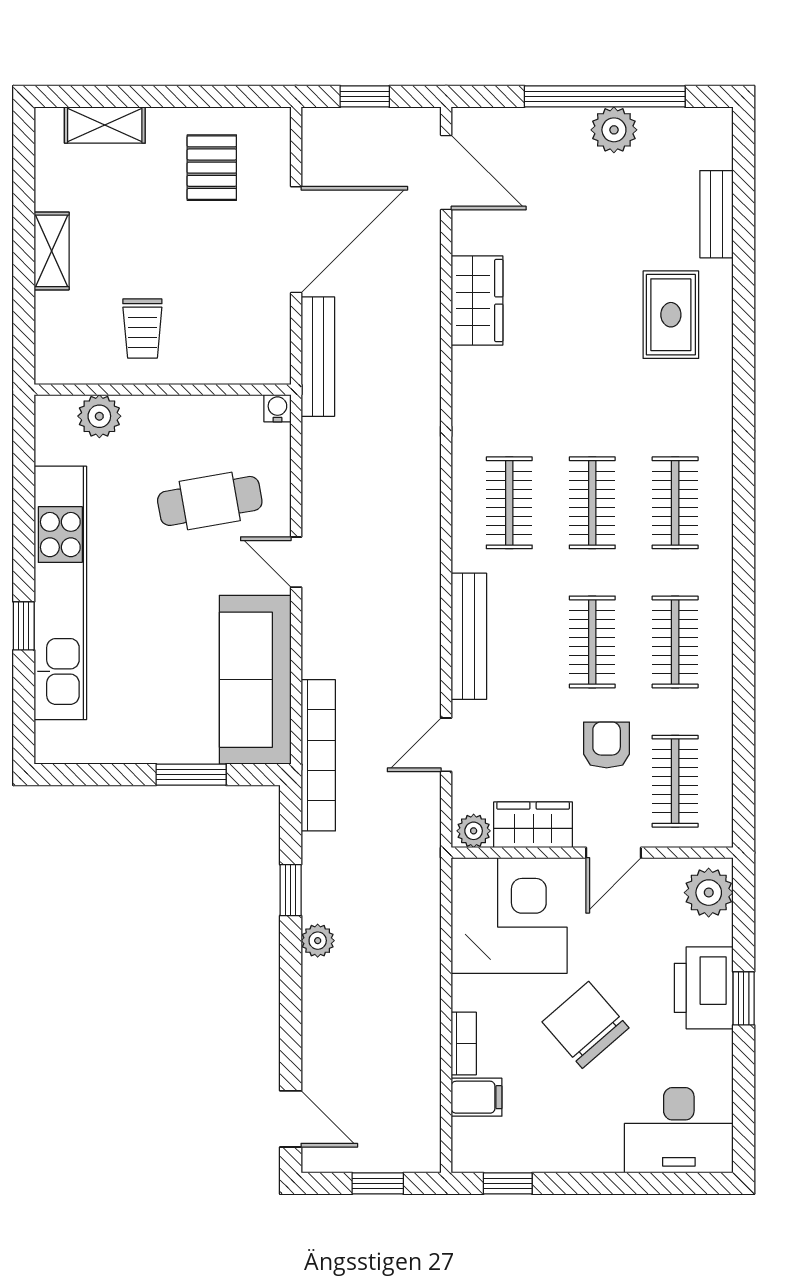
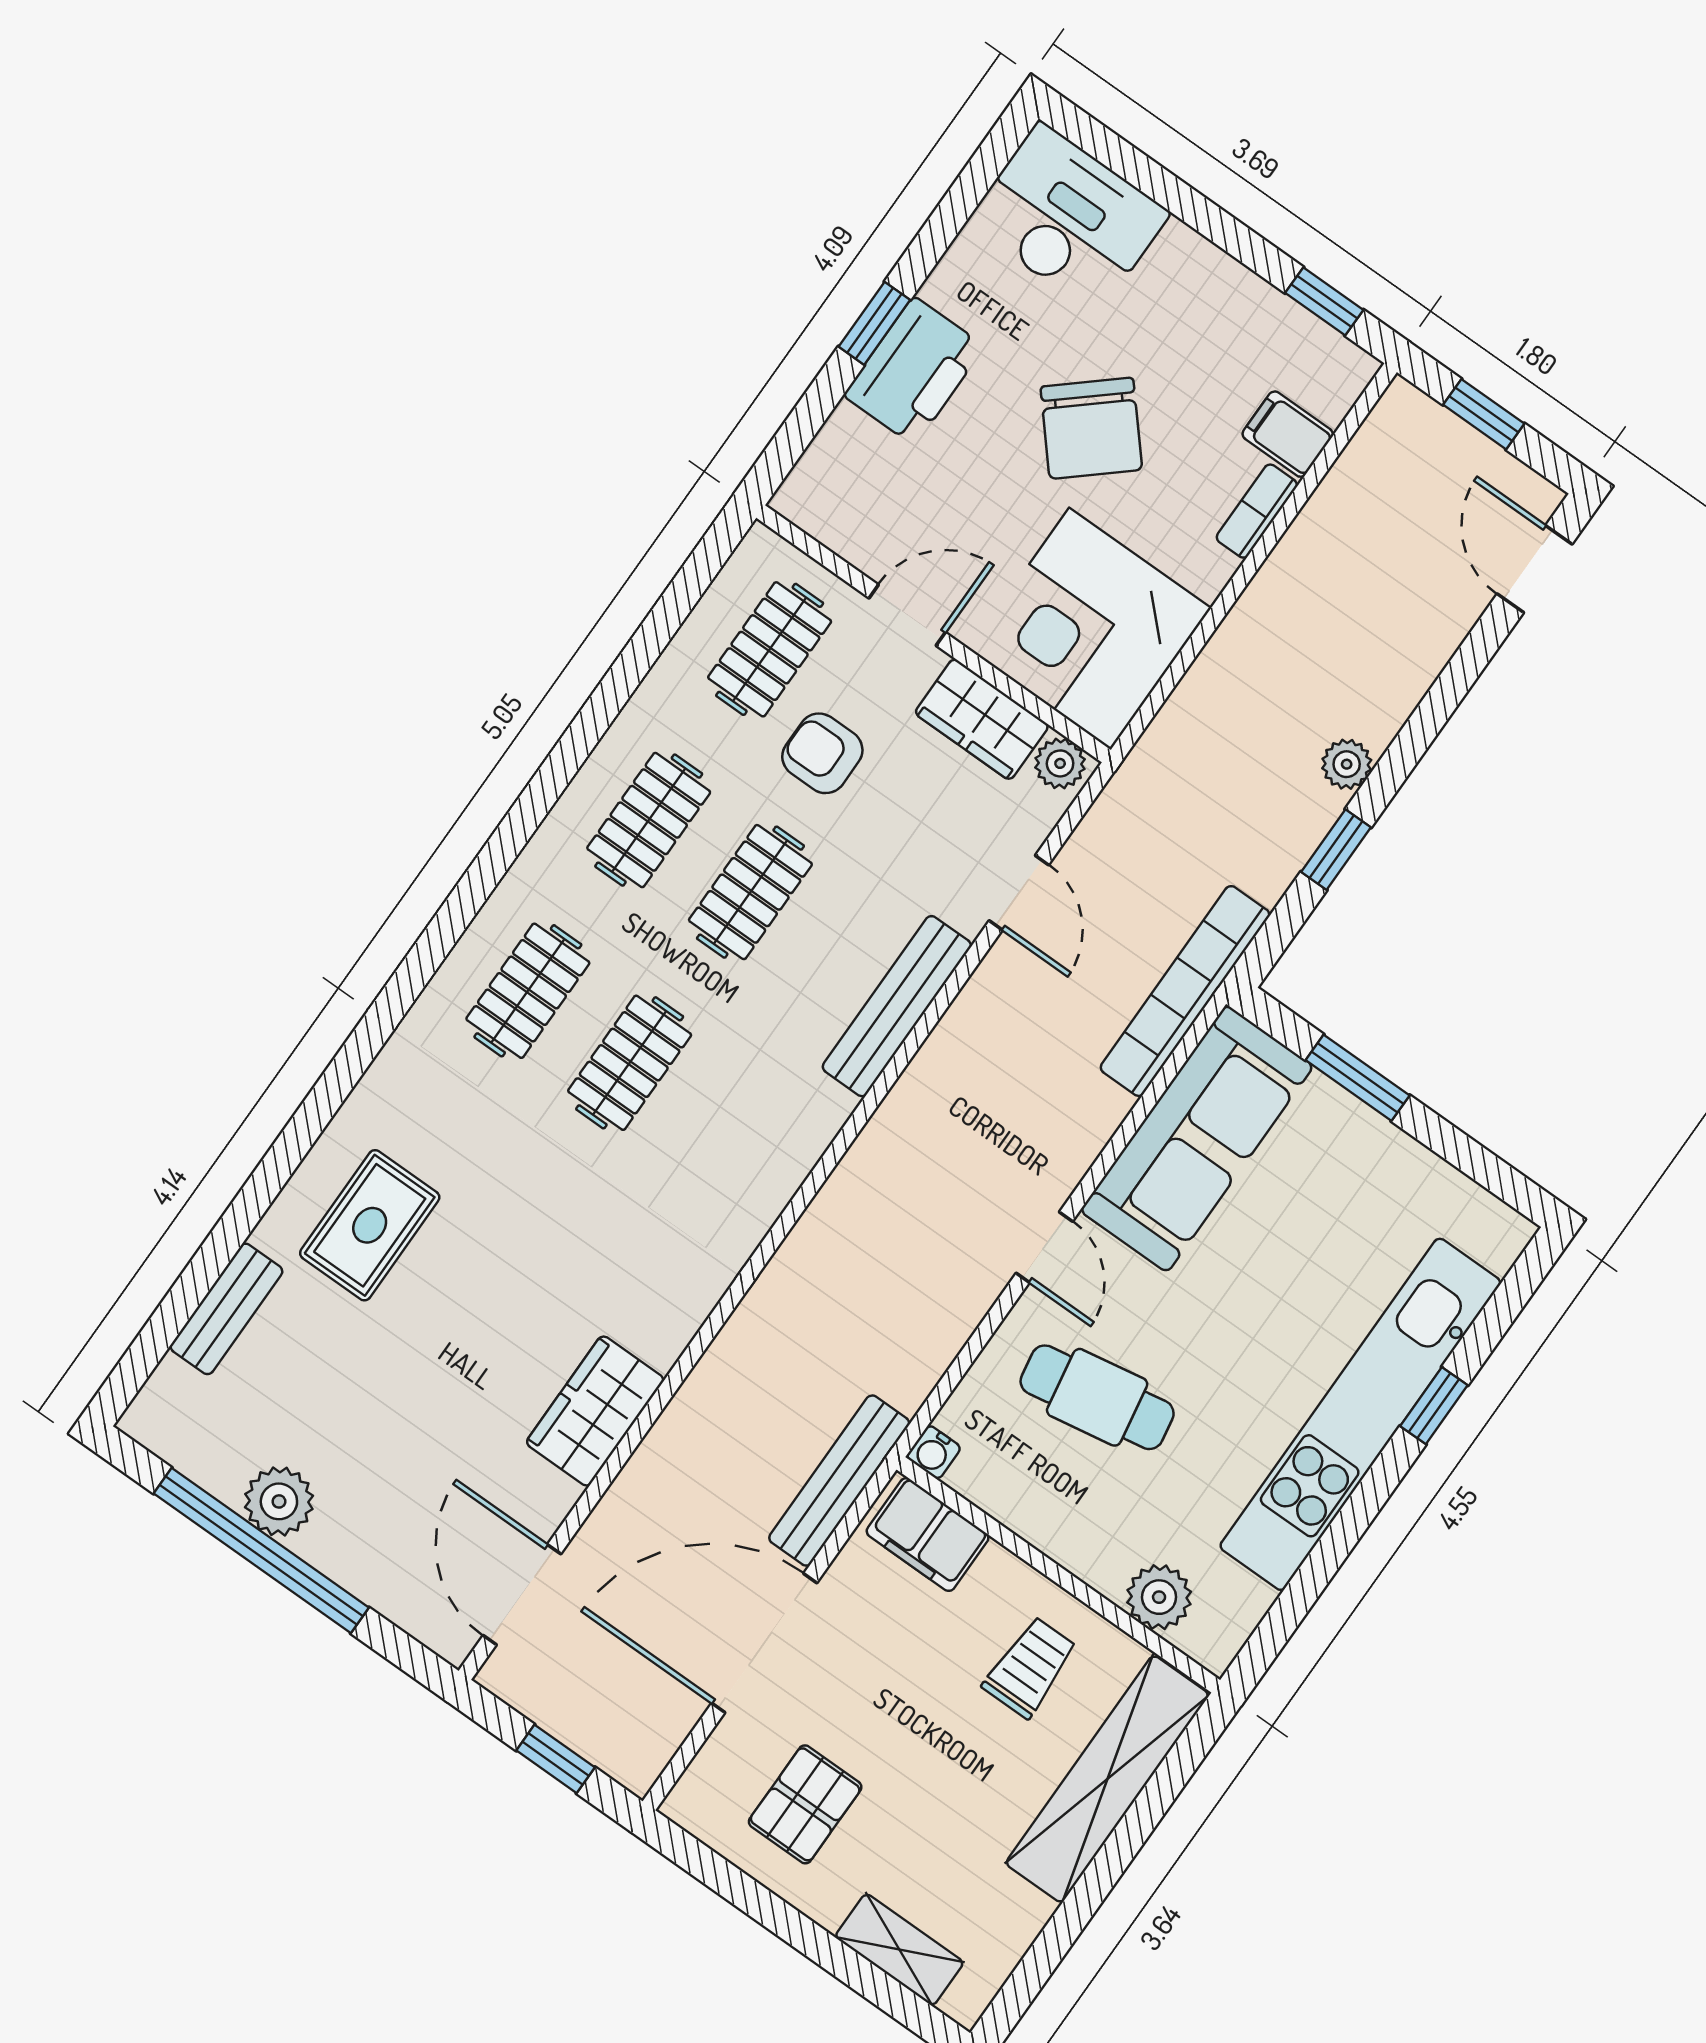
shelving: (52, 251) -> (1107, 1779), width x2.20, depth x1.33
filing cabinet: (249, 361) -> (928, 1535), added
clothes rail: (509, 503) -> (731, 1135), removed
door: (446, 745) -> (1019, 893), hinge flipped
armchair: (607, 745) -> (822, 753), turned 90
plant: (709, 893) -> (825, 484), removed

